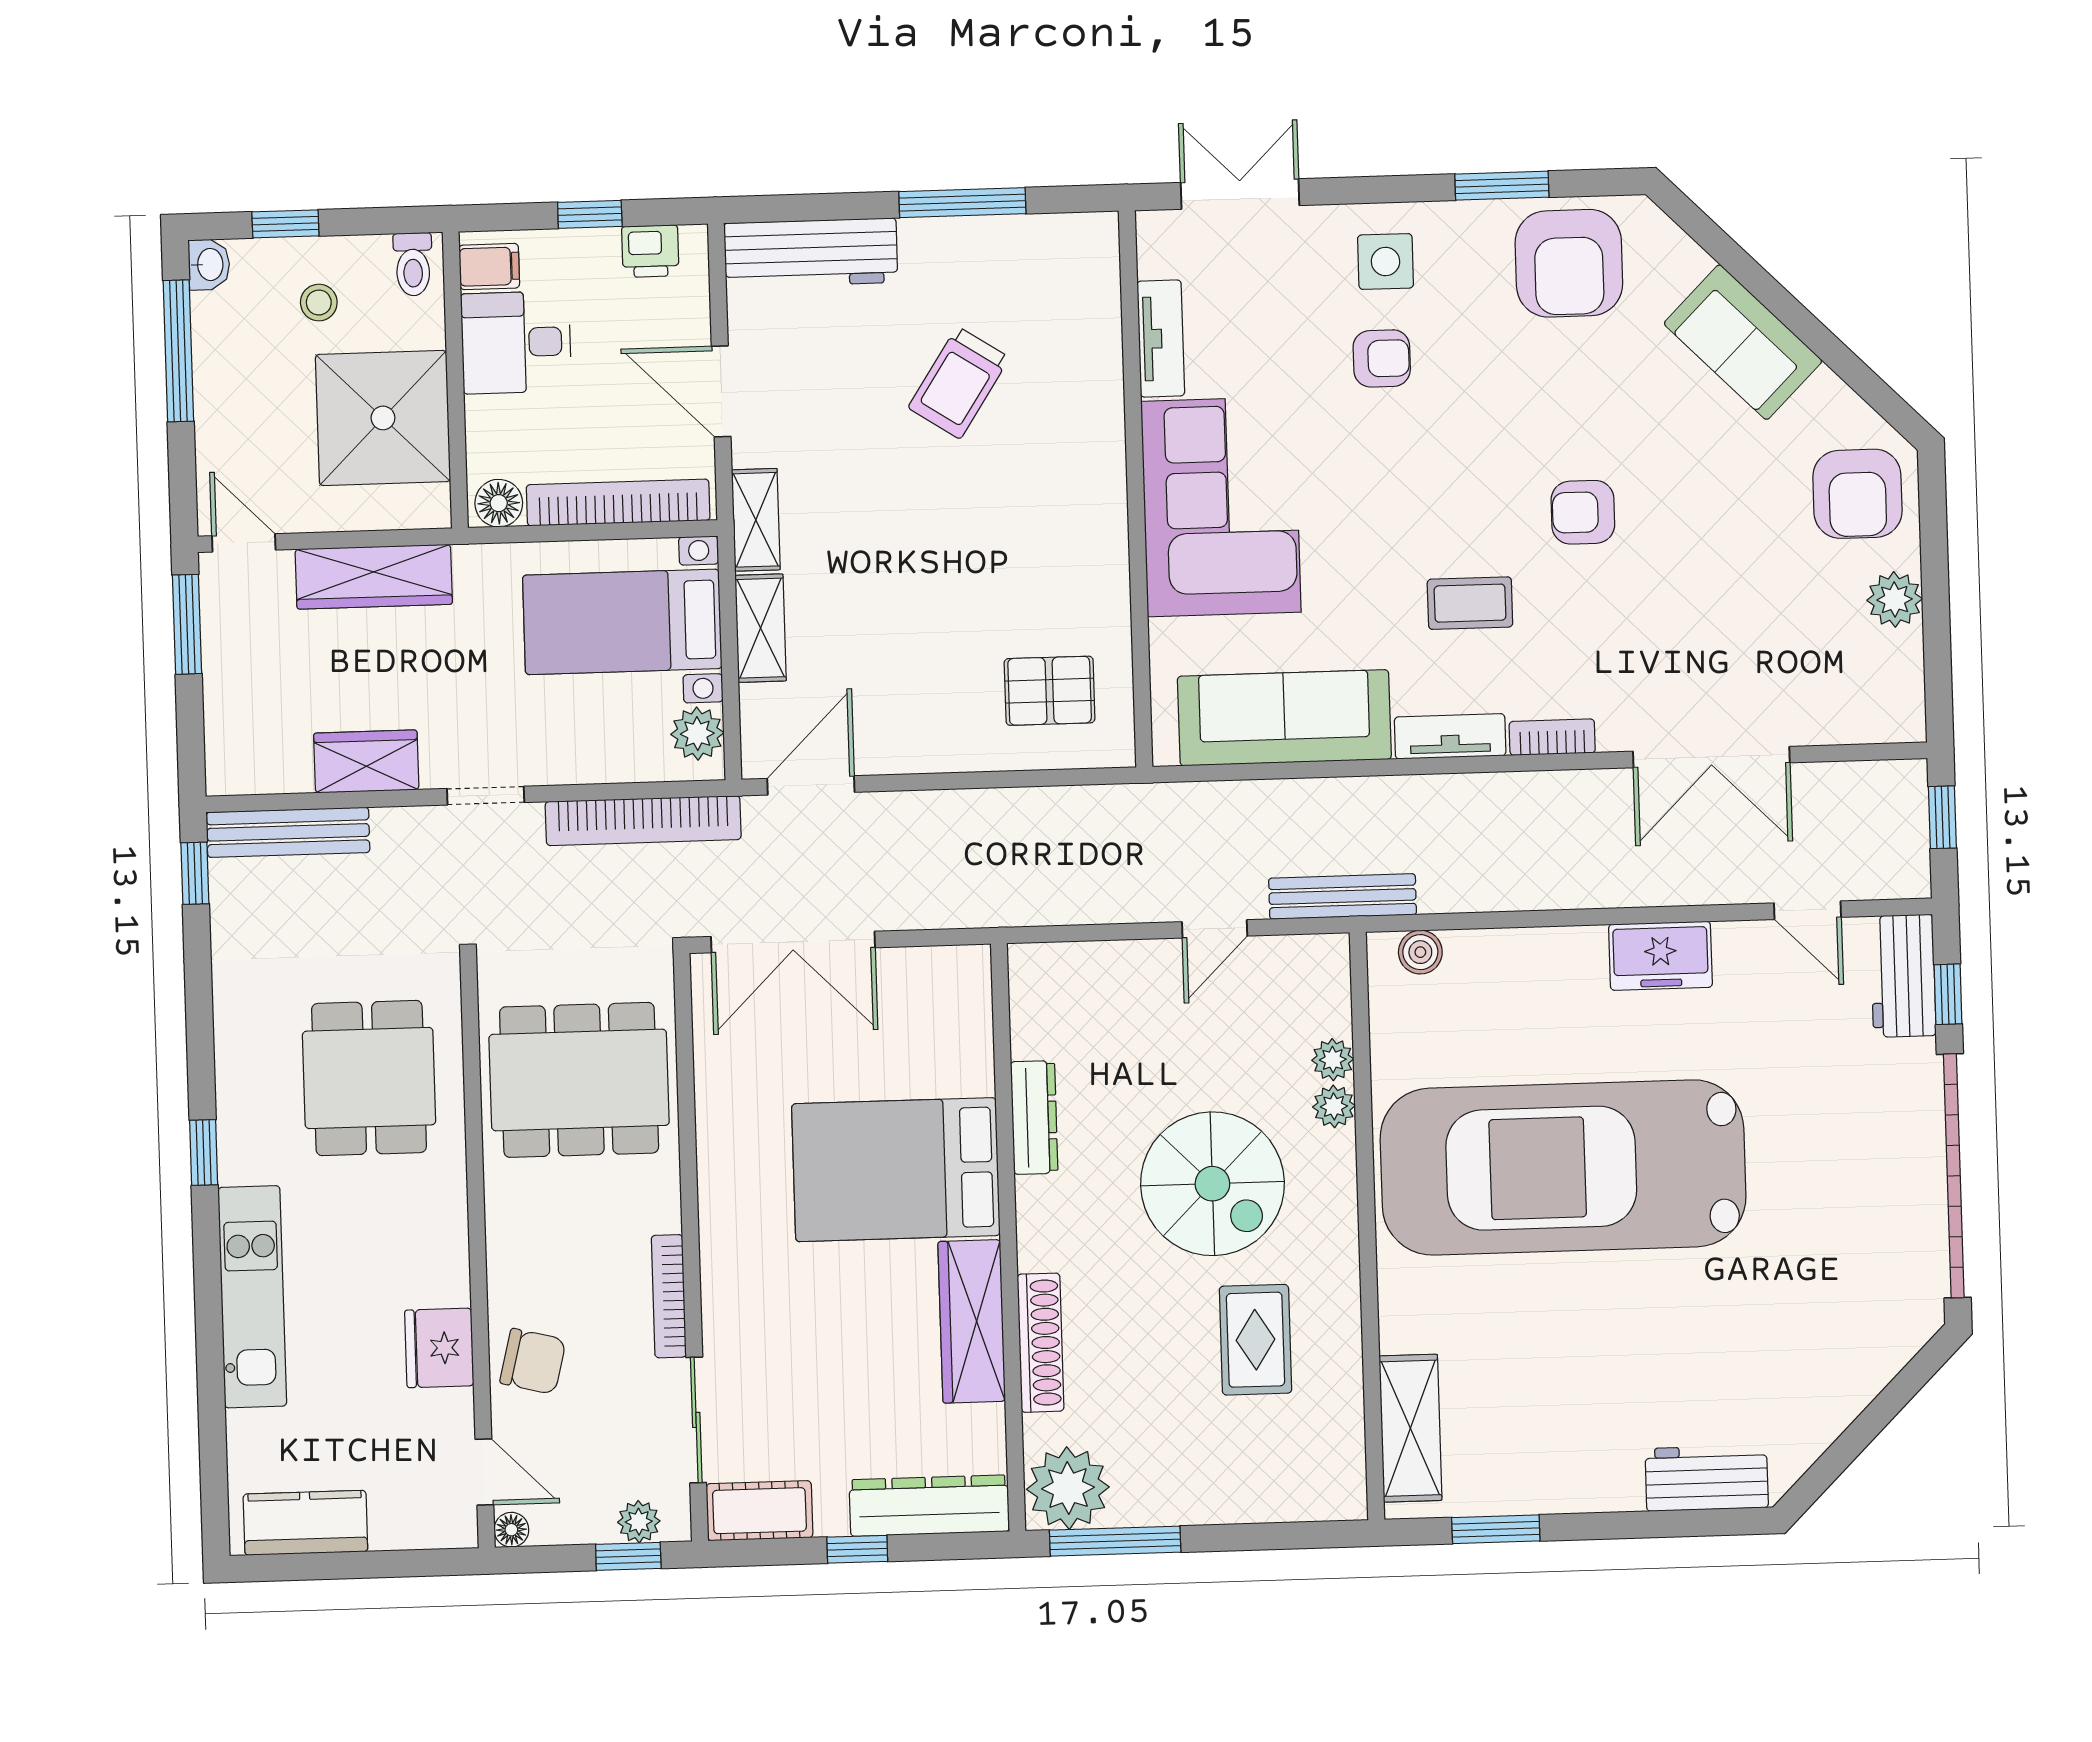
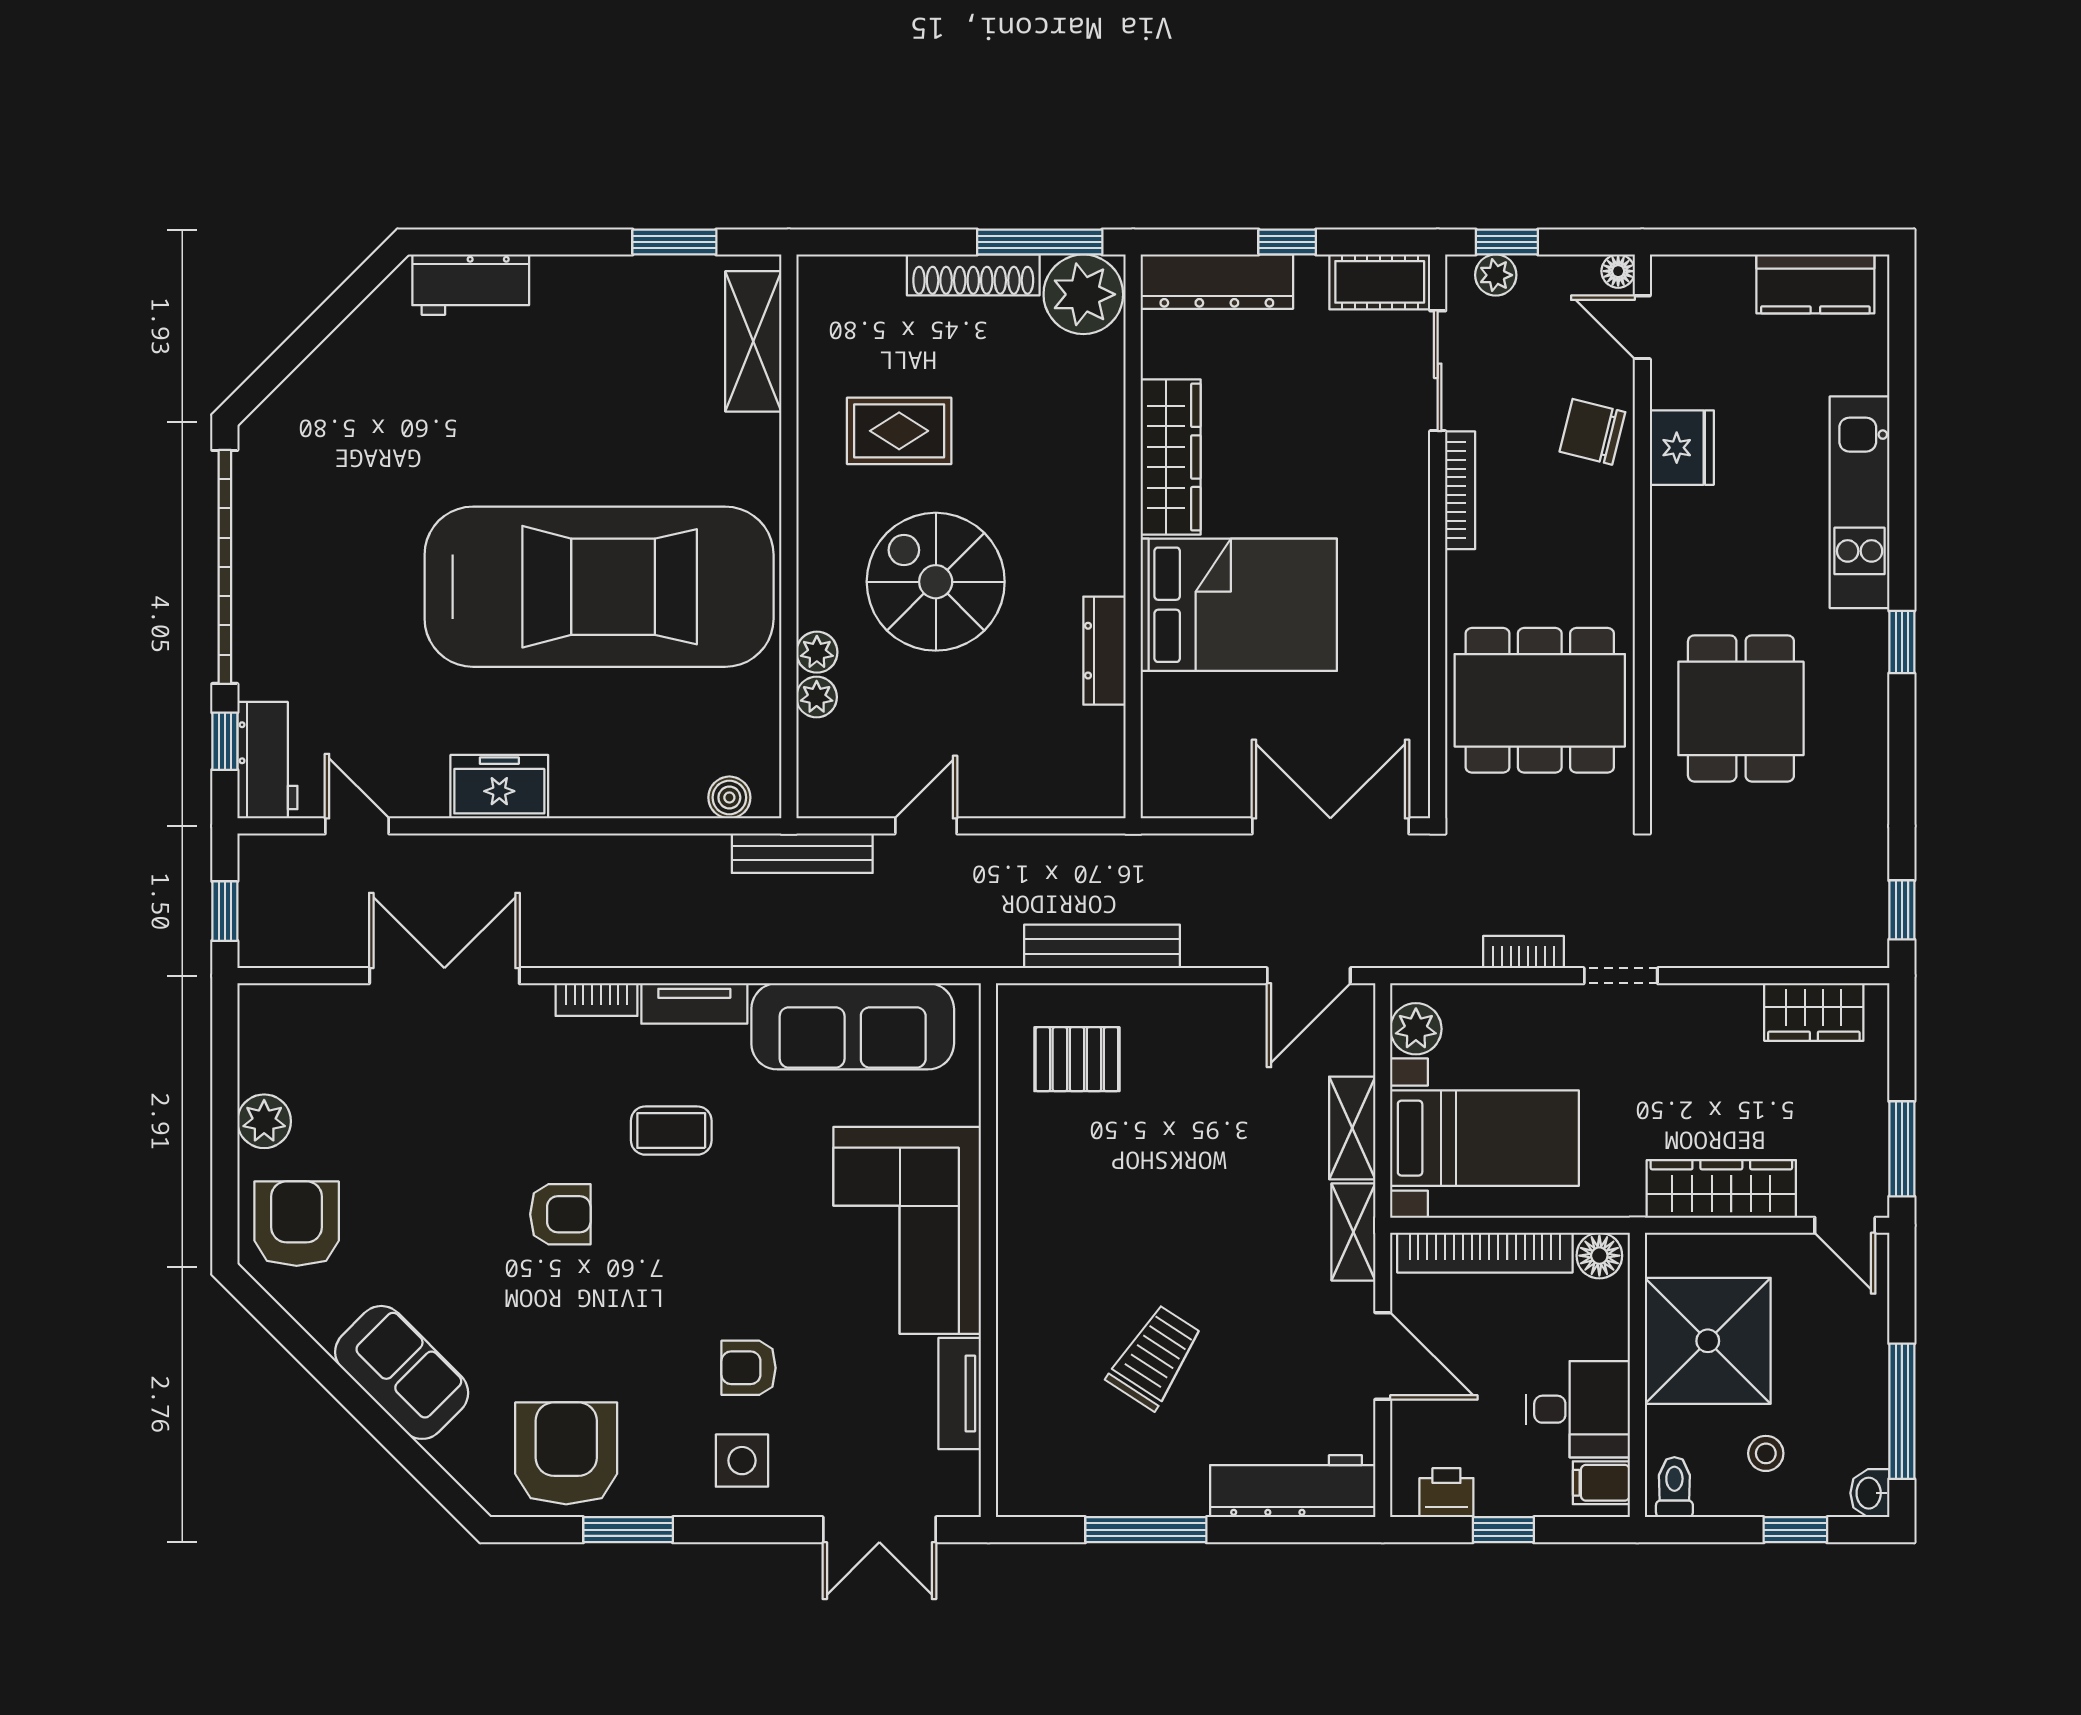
wardrobe: (366, 761) -> (1814, 1012), moved
bookcase: (643, 821) -> (1523, 952), width x0.43, depth x0.76
bench: (288, 832) -> (1102, 946), moved
rug: (1255, 1340) -> (899, 431), turned 90
shoe rack: (1041, 1343) -> (973, 275), moved, turned -90

